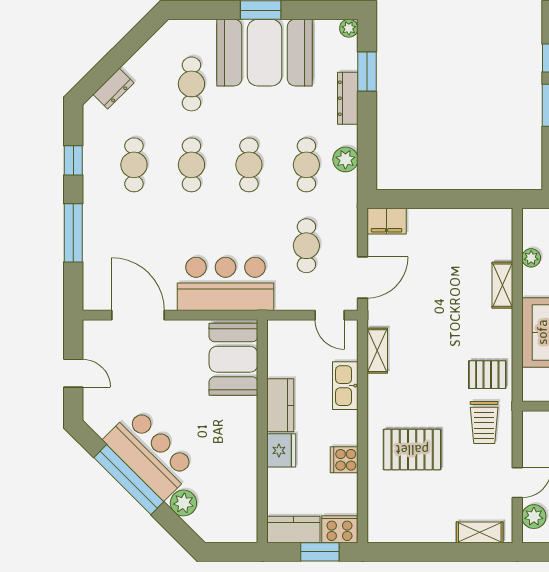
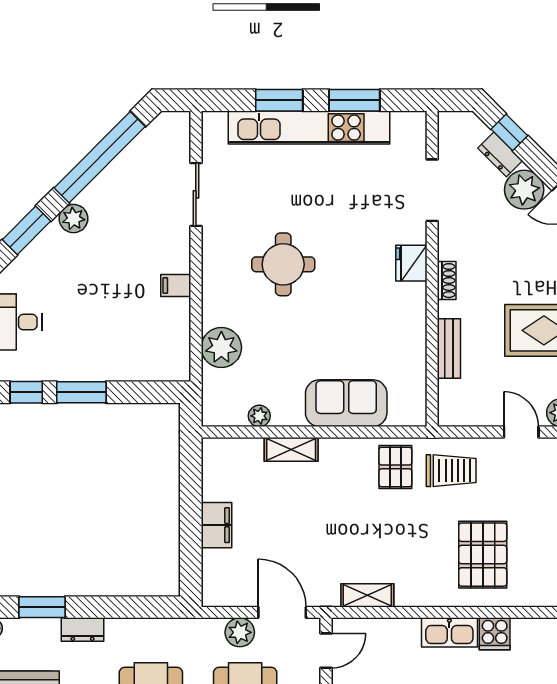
dresser: (348, 98) -> (83, 630), width x0.70
plant: (345, 159) -> (240, 632), moved
filing cabinet: (387, 221) -> (216, 525), moved
kitchen sink: (345, 386) -> (449, 632), moved

